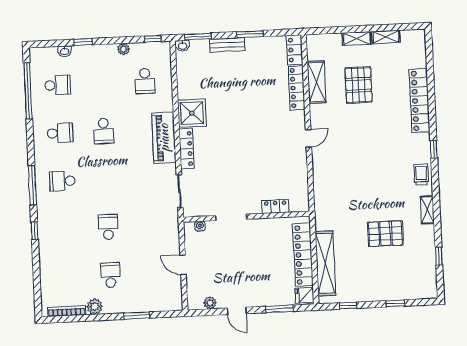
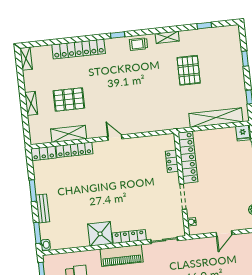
shelving: (386, 37) -> (26, 59), moved
locker: (303, 255) -> (188, 157), moved, turned -90

